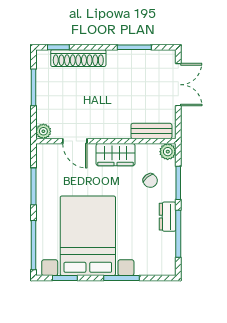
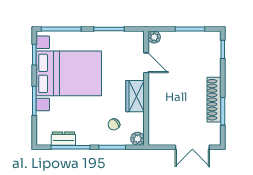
shoe rack: (78, 58) -> (214, 100), moved
bench: (151, 131) -> (154, 125), removed
door: (75, 141) -> (146, 63), swing flipped
dresser: (168, 217) -> (63, 139), moved

